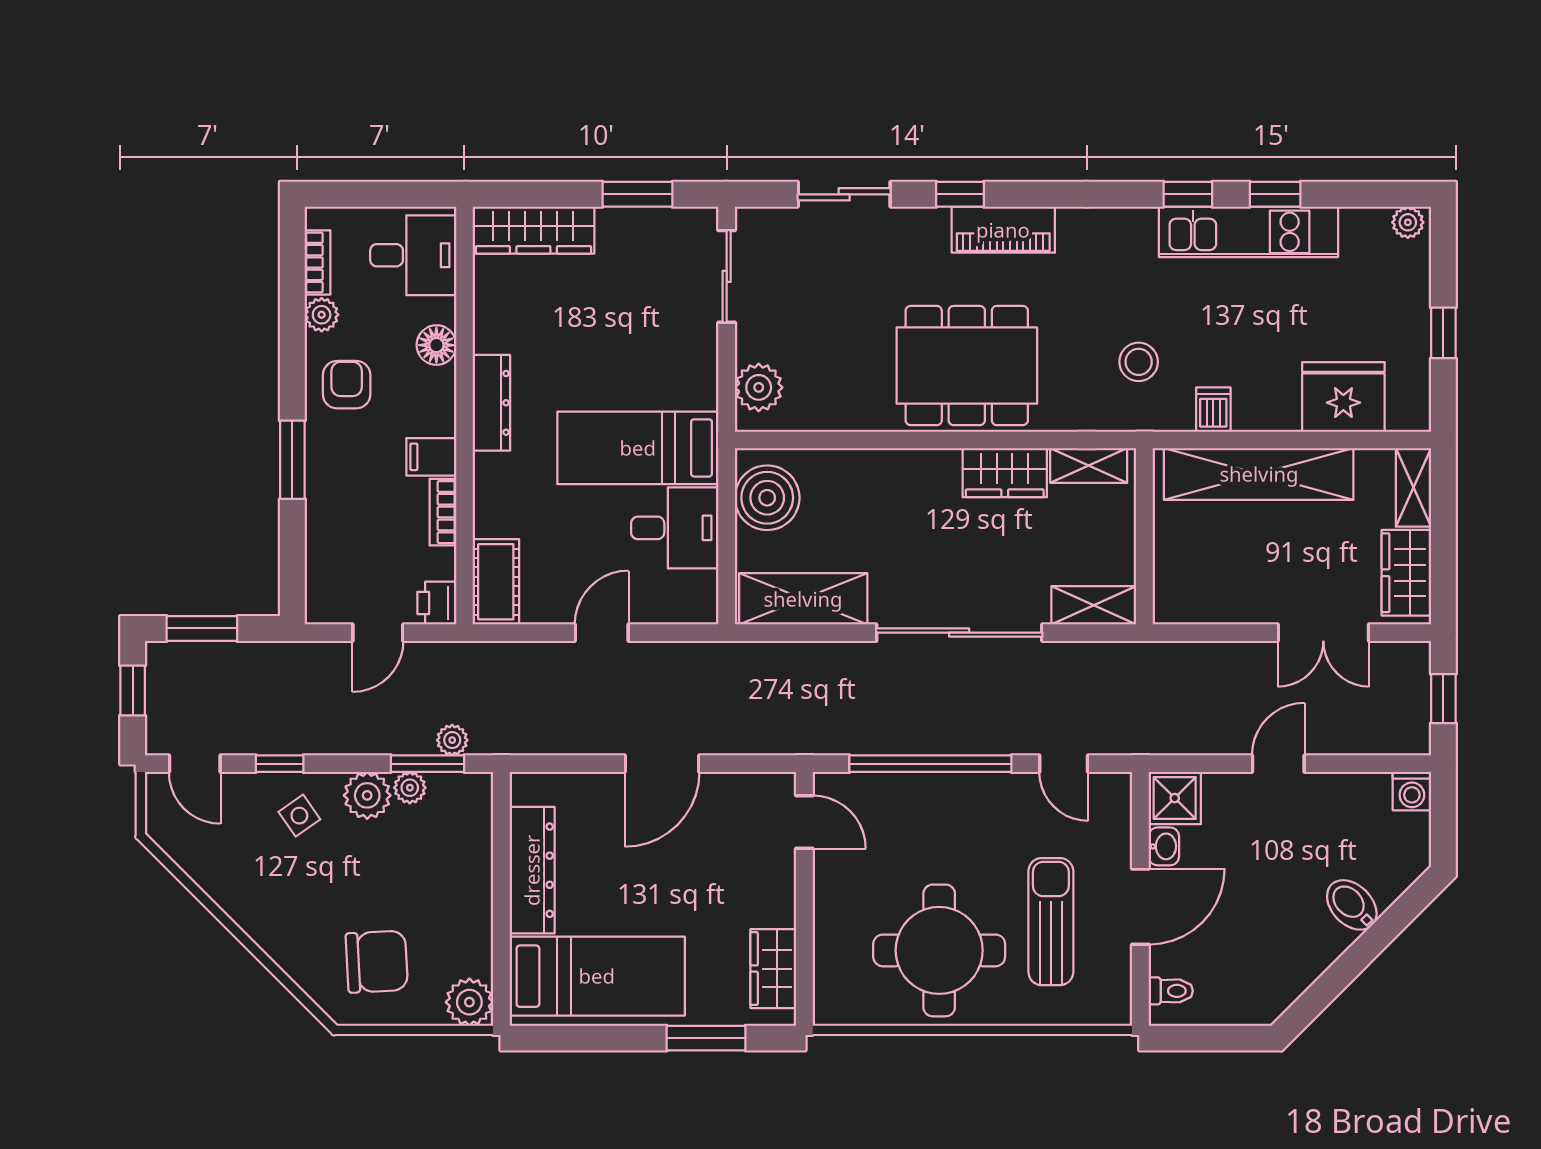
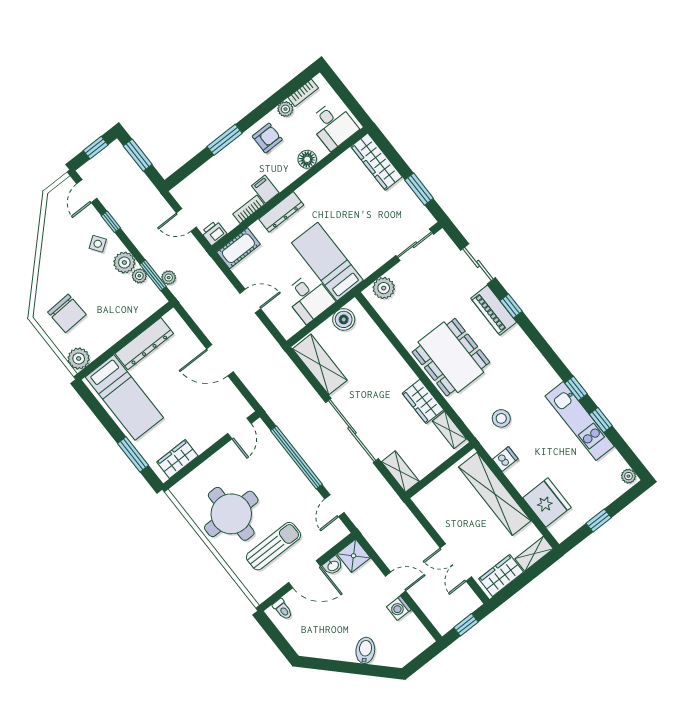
piano: (1003, 230) -> (494, 310), moved
dresser: (491, 403) -> (281, 212), moved
boiler: (767, 498) -> (344, 319), width x0.73, depth x0.73
washing machine: (1412, 791) -> (399, 608), moved

